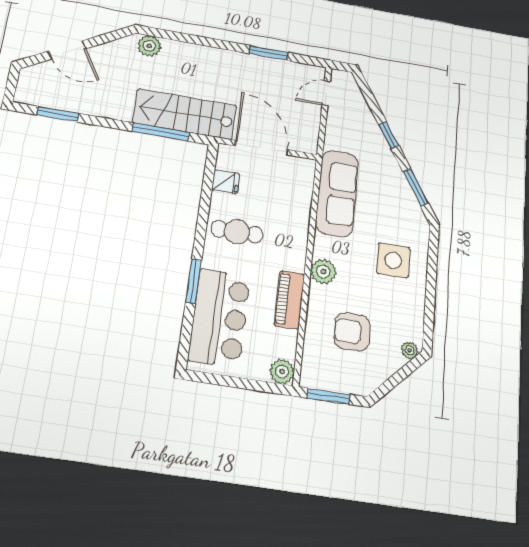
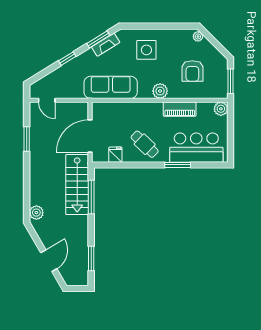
fireplace: (406, 197) -> (106, 45), added
cafe table: (237, 232) -> (145, 144), turned -46

